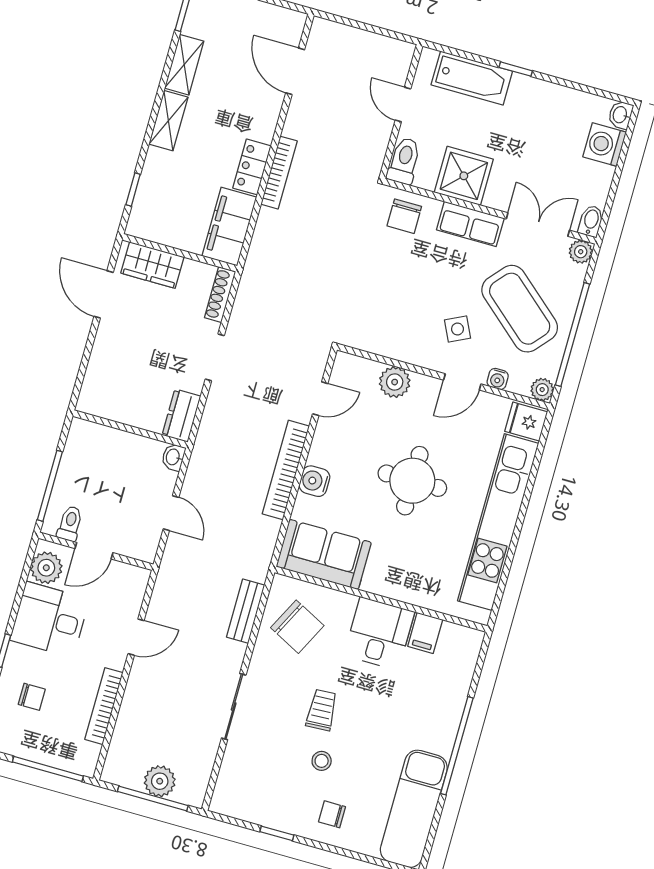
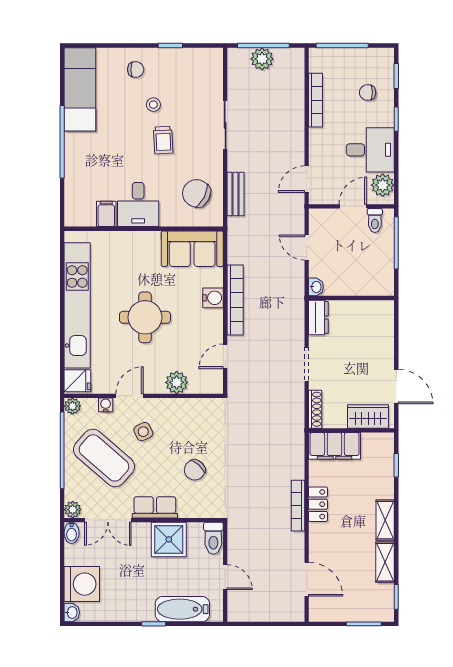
washing machine: (605, 145) -> (82, 584), width x1.37, depth x1.37
chair: (404, 216) -> (195, 470), moved, turned -138
filing cabinet: (229, 227) -> (334, 446), moved, turned 90
door: (136, 637) -> (307, 179), moved

